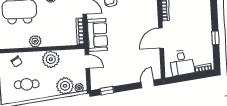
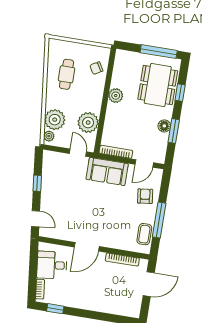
door: (161, 38) -> (87, 247), swing flipped
window: (215, 38) -> (55, 309), moved
plant: (51, 59) -> (88, 123), moved
door: (87, 61) -> (78, 153), swing flipped
window: (107, 91) -> (37, 183), moved

